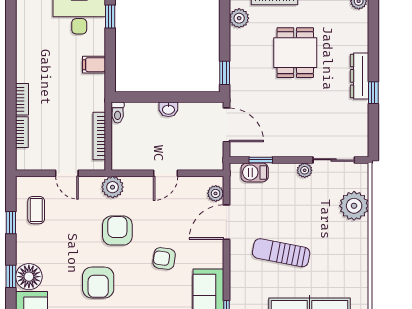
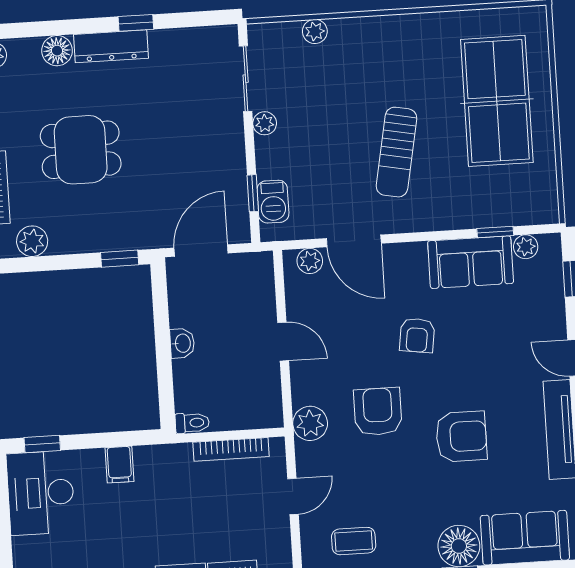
floor lamp: (359, 42) -> (57, 51), added
plant: (354, 206) -> (315, 31), width x0.53, depth x0.53
armchair: (117, 231) -> (378, 411), turned 90

